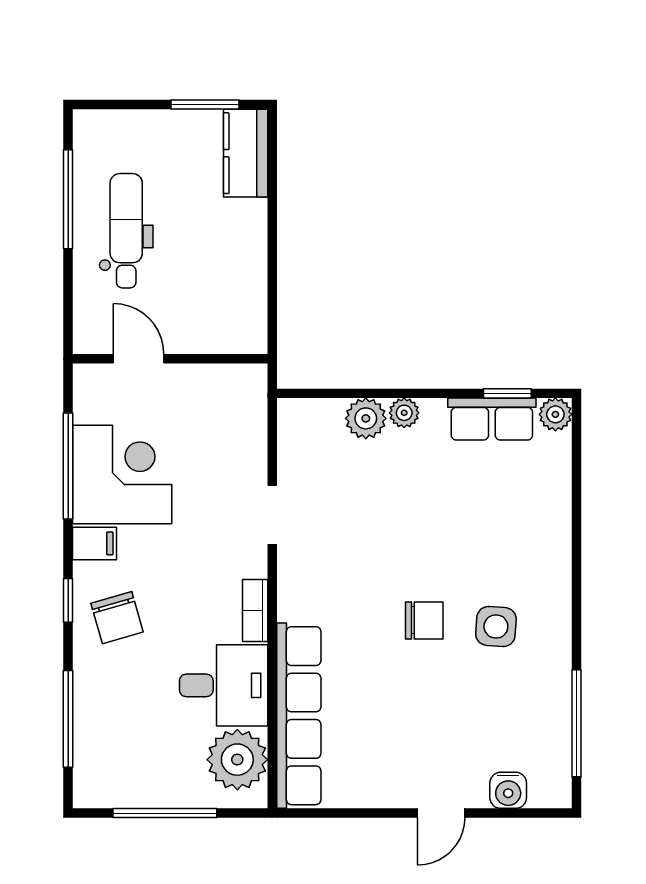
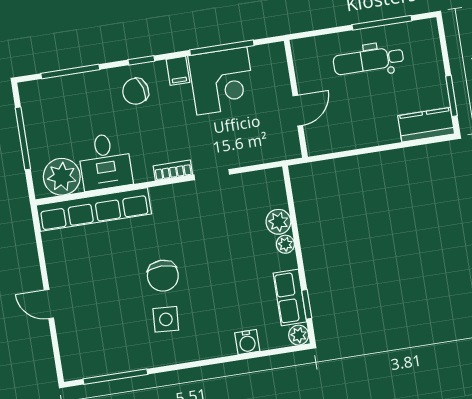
dental chair: (126, 231) -> (368, 60), turned 180
door: (139, 359) -> (298, 111), moved
bookcase: (255, 610) -> (173, 170), moved
chair: (424, 620) -> (163, 276), width x1.37, depth x1.37
water cooler: (508, 790) -> (247, 342), moved, turned -90

